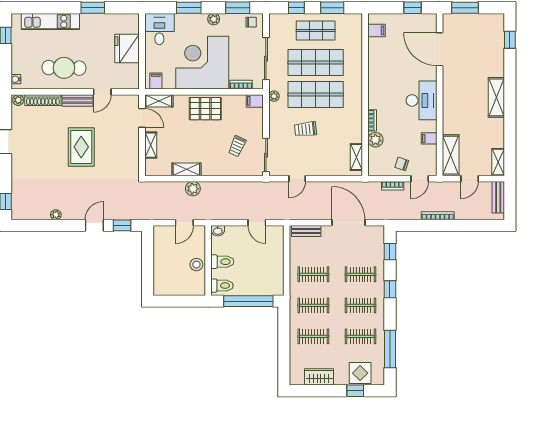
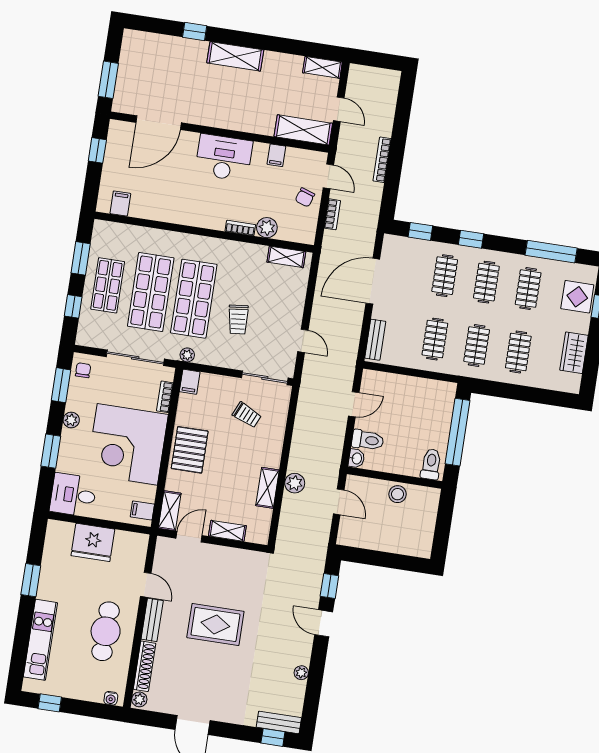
window: (510, 40) -> (195, 31), moved
bench: (498, 197) -> (279, 722), moved
toilet: (222, 262) -> (368, 440), moved, turned 90

